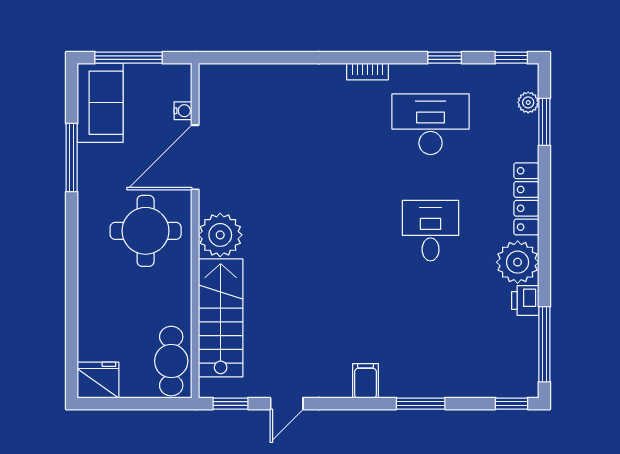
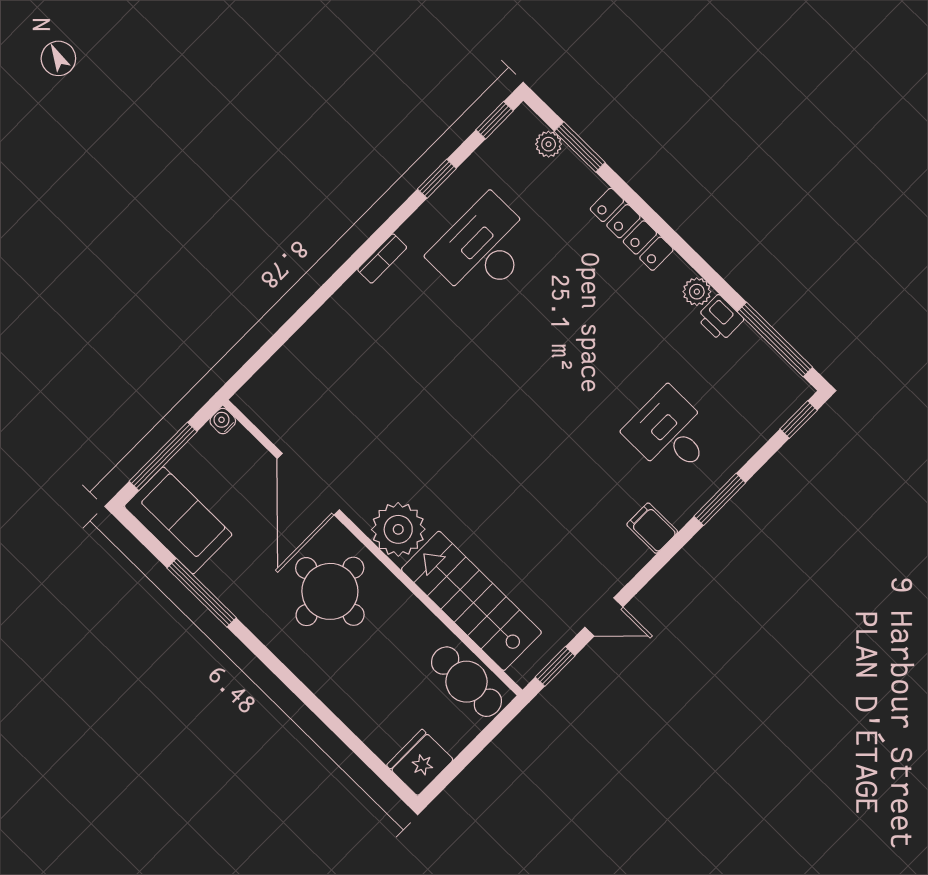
water cooler: (183, 111) -> (223, 421), moved, turned -90
desk: (431, 231) -> (670, 433), moved
plant: (518, 262) -> (697, 292), width x0.53, depth x0.53
door: (287, 404) -> (604, 617), hinge flipped

